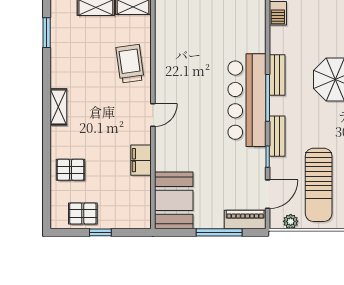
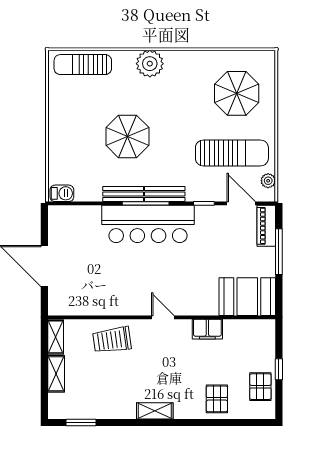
bench: (277, 136) -> (165, 194), moved

